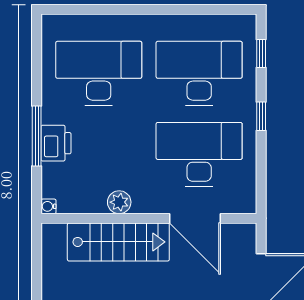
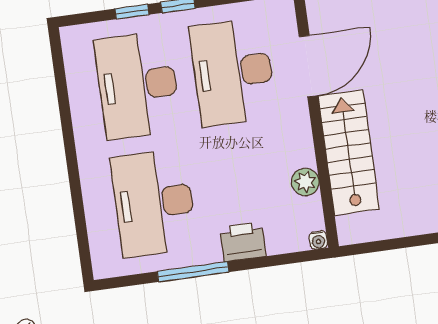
window: (261, 53) -> (132, 12), moved
window: (37, 136) -> (193, 272), moved
plant: (119, 202) -> (305, 182), moved

